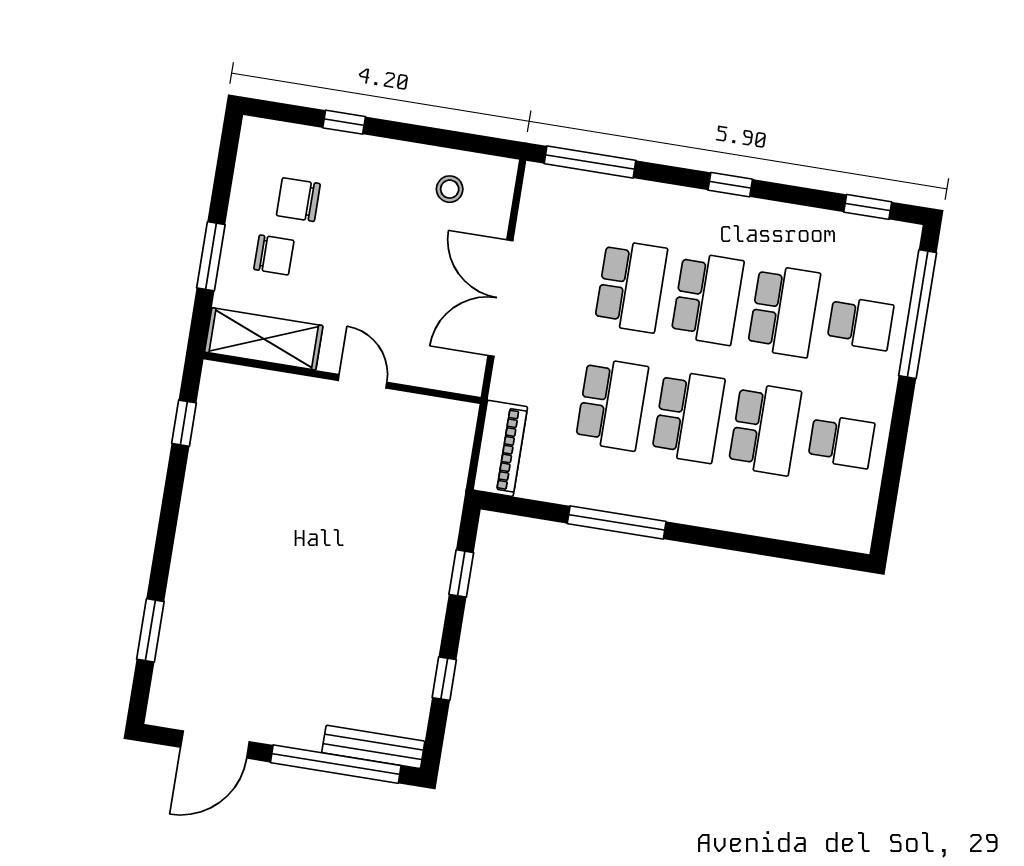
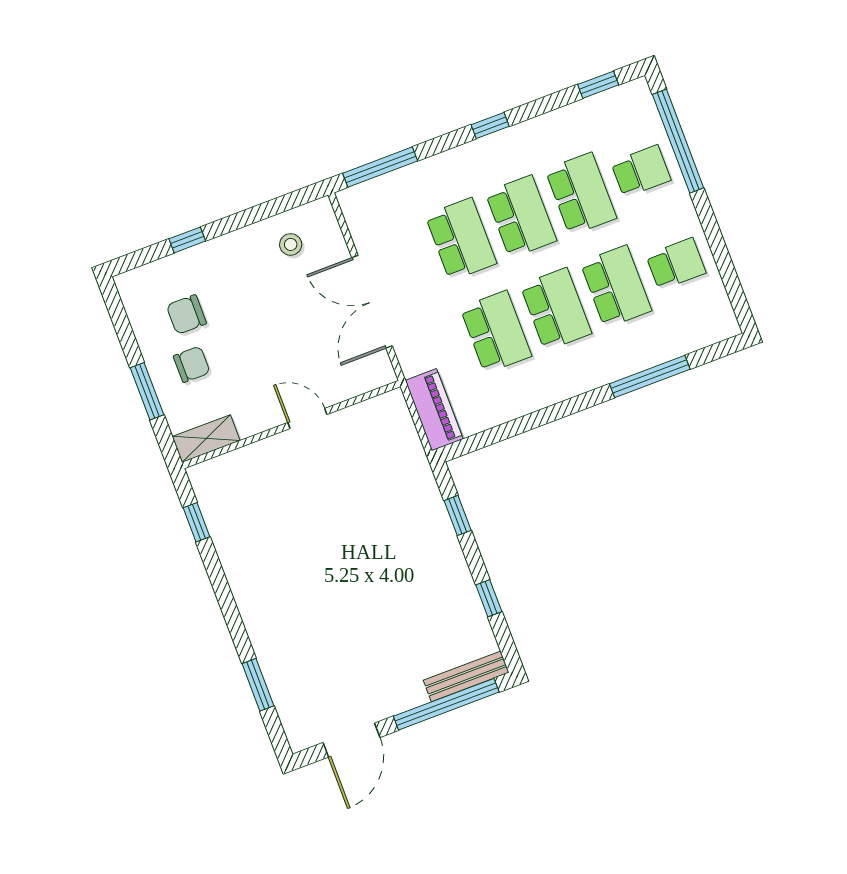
shelving: (264, 339) -> (206, 439), width x0.67, depth x0.75
window: (617, 522) -> (650, 376), moved

